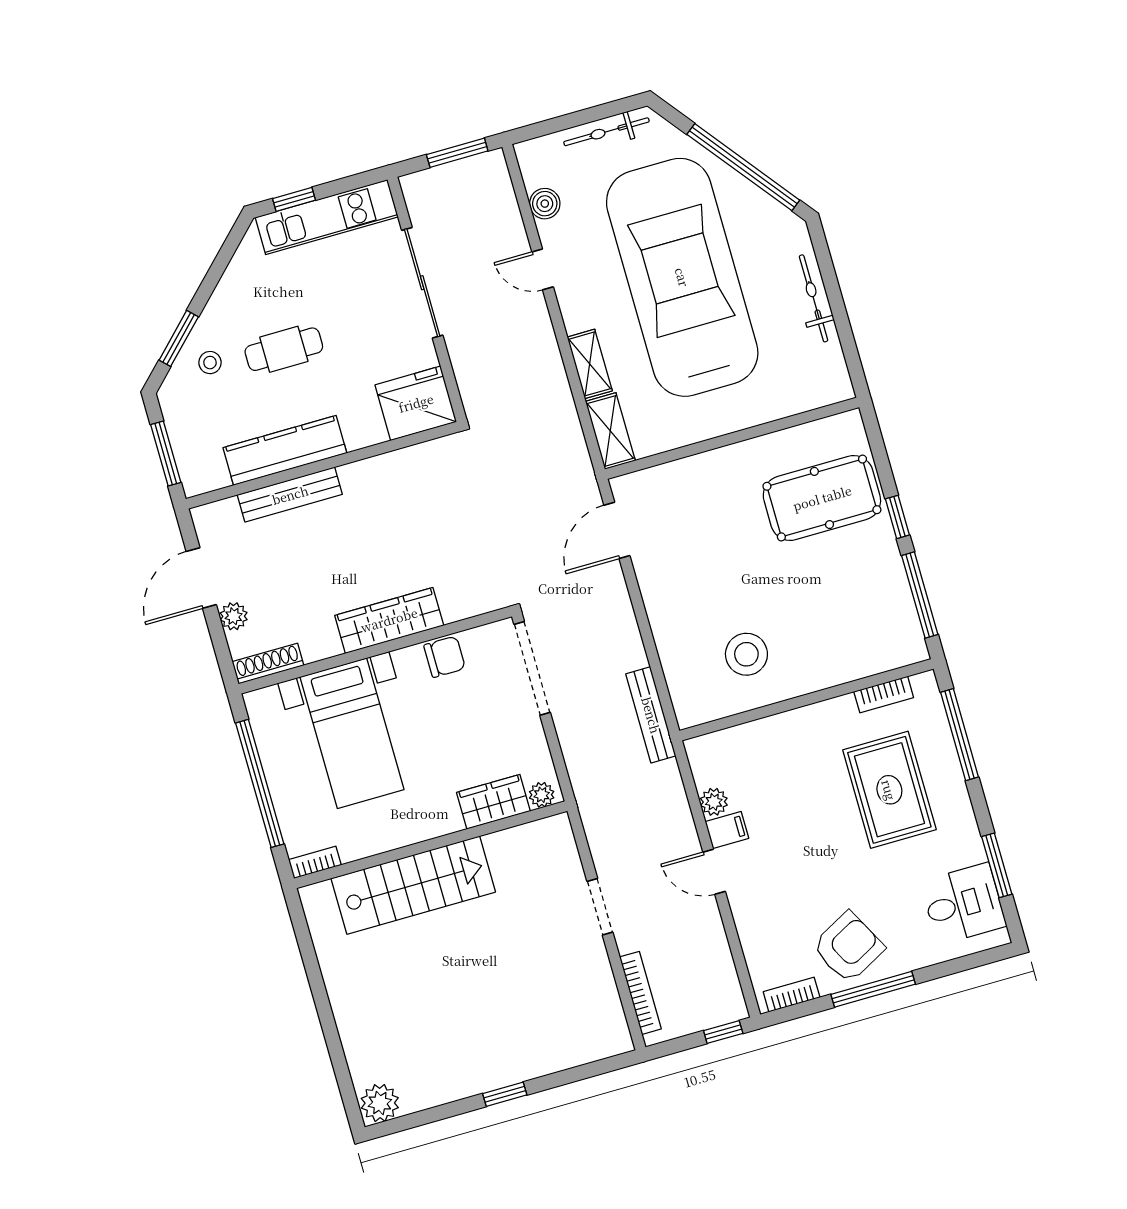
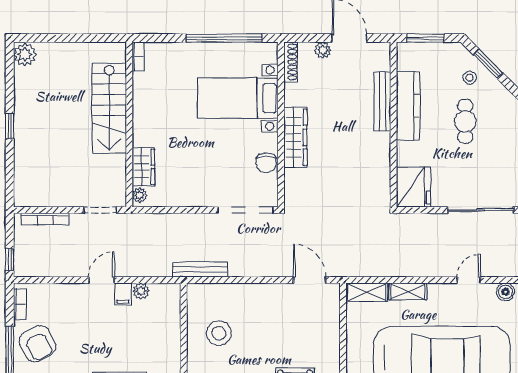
plant: (542, 795) -> (140, 195), moved
wardrobe: (493, 802) -> (143, 167), moved
wall: (431, 845) -> (129, 125), moved
bookcase: (315, 862) -> (138, 56), moved
stairs: (413, 885) -> (109, 108), moved

